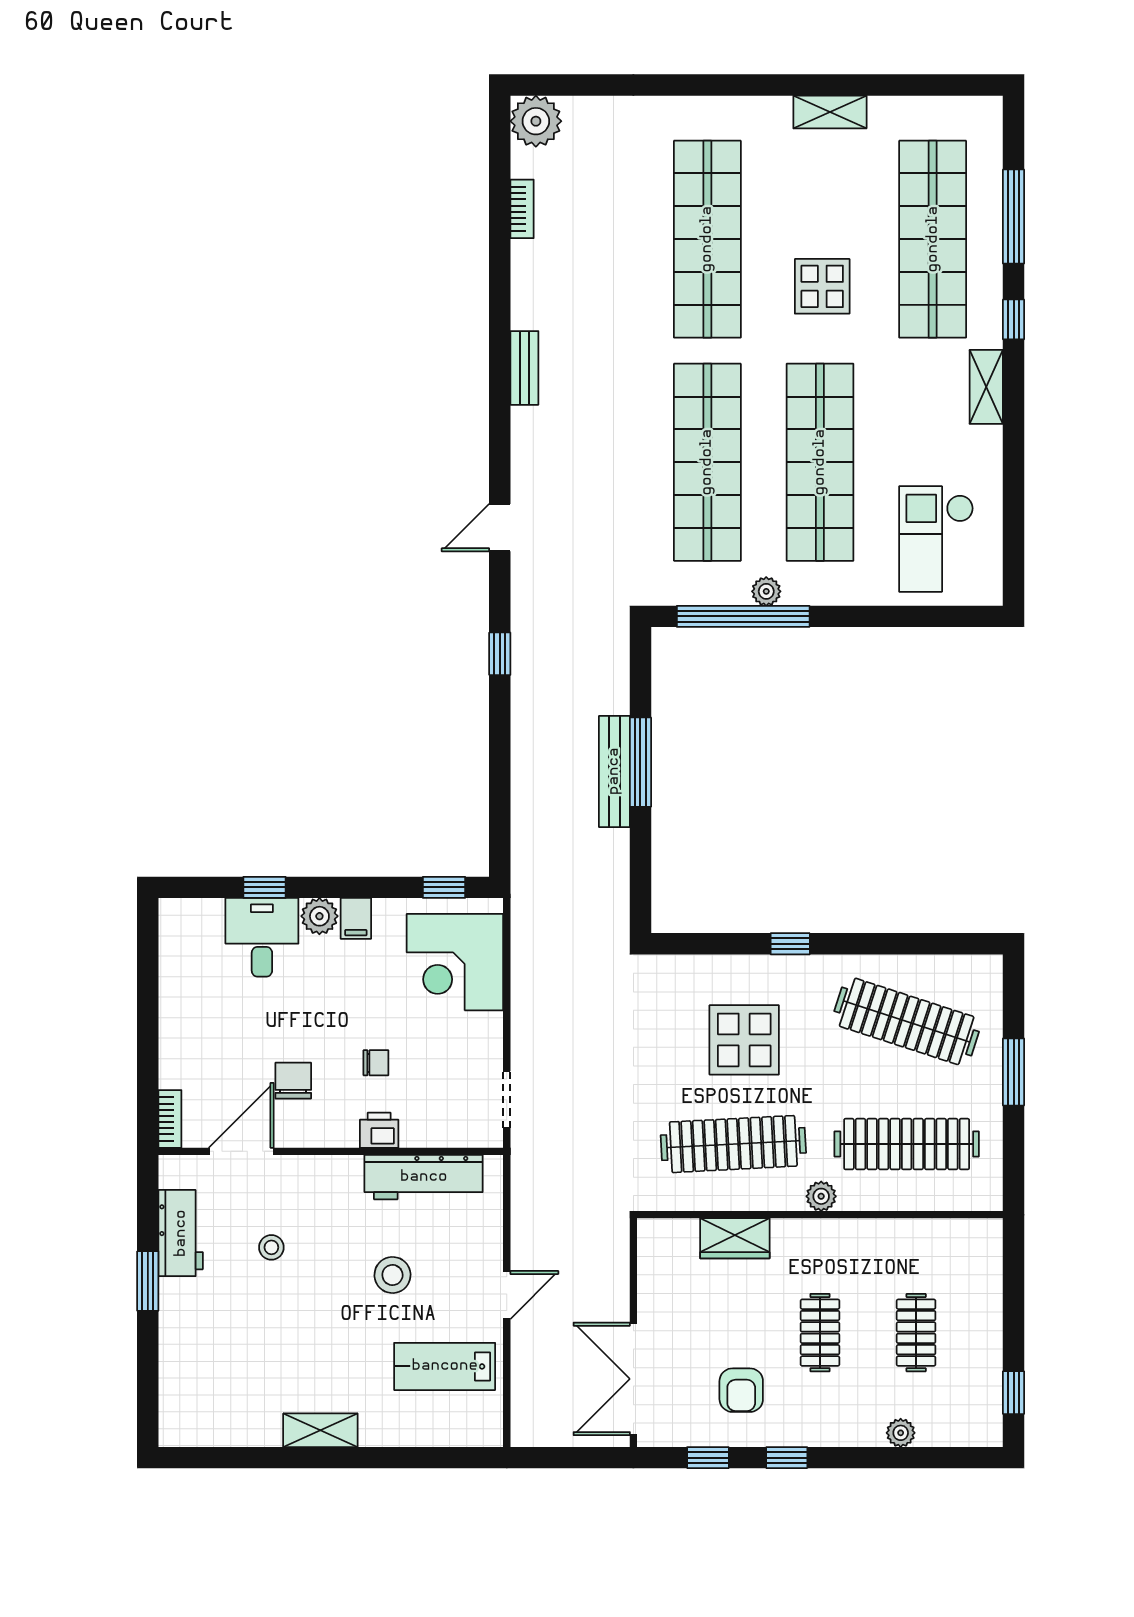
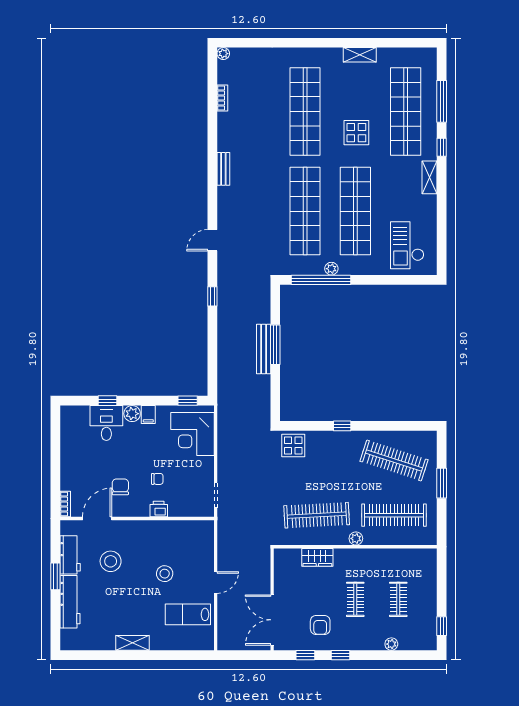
plant: (536, 121) -> (223, 54), width x0.53, depth x0.53
display table: (744, 1040) -> (293, 445), moved, width x0.73, depth x0.73
workbench: (424, 1177) -> (70, 602), moved, turned -90
stool: (271, 1247) -> (111, 561), width x1.89, depth x1.89

